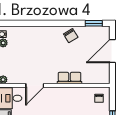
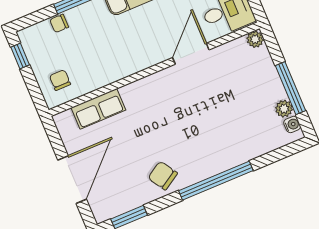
window: (48, 23) -> (216, 181), added
row of seats: (70, 78) -> (98, 109), moved

